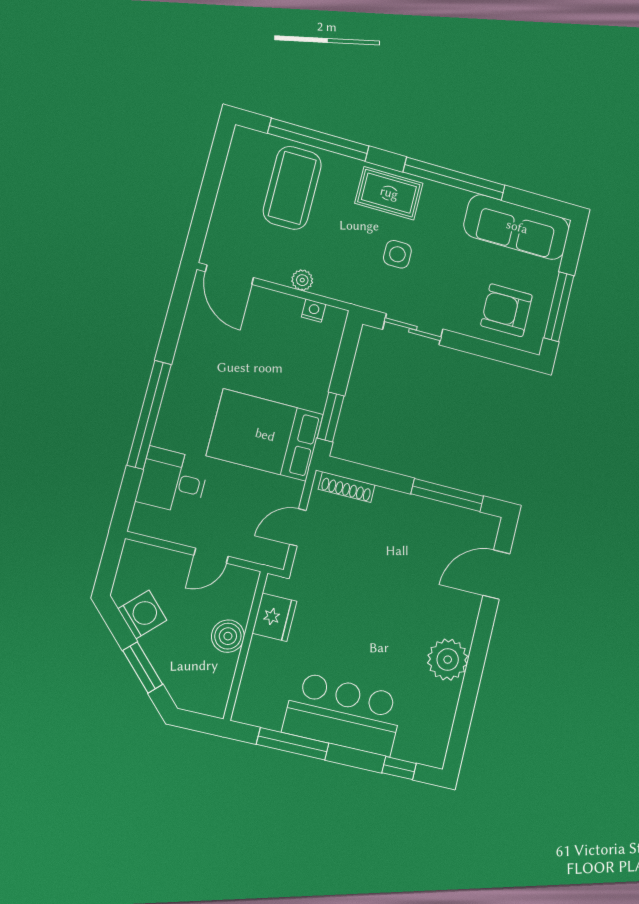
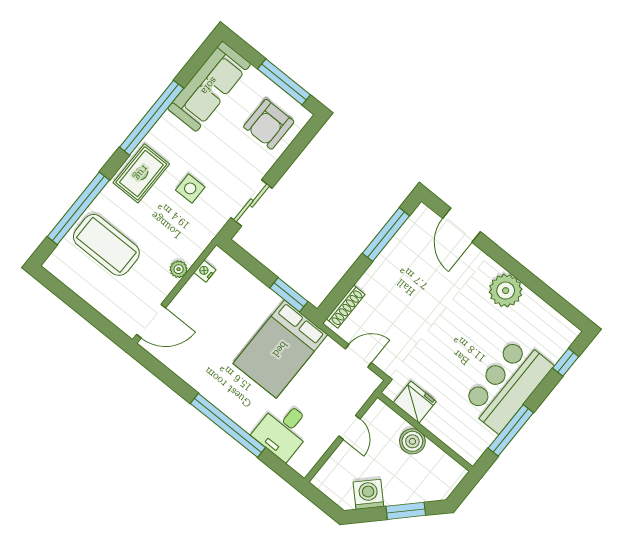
door: (298, 527) -> (358, 356), swing flipped

